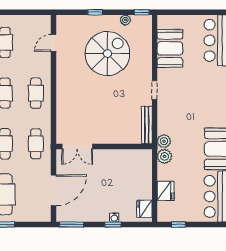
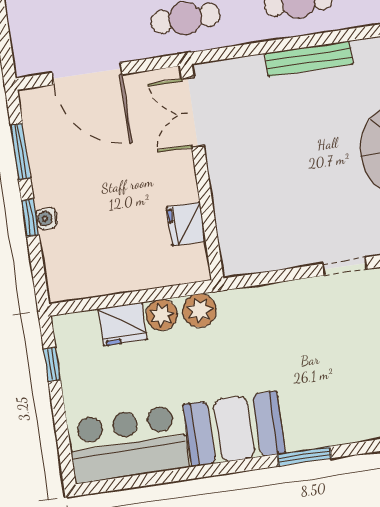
bench: (147, 125) -> (309, 59), moved
plant: (164, 141) -> (162, 315), moved
fridge: (144, 209) -> (186, 224), moved, turned -90
window: (71, 225) -> (20, 152), moved

